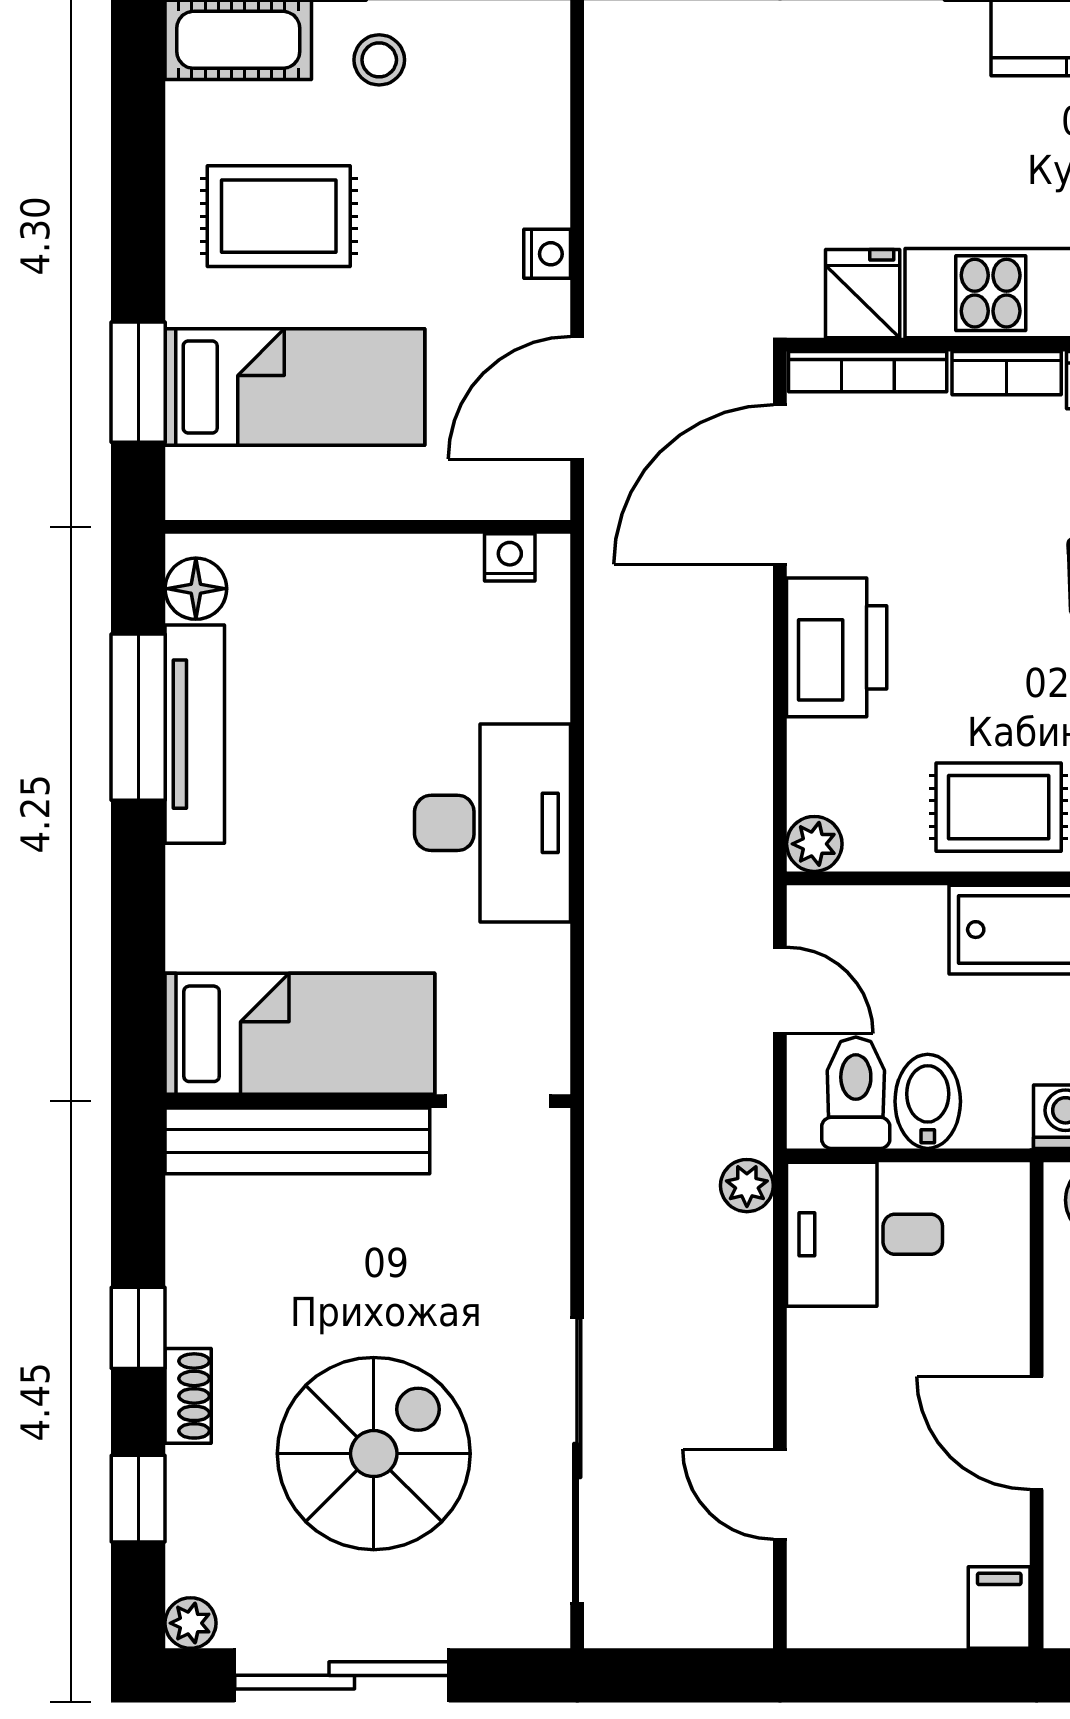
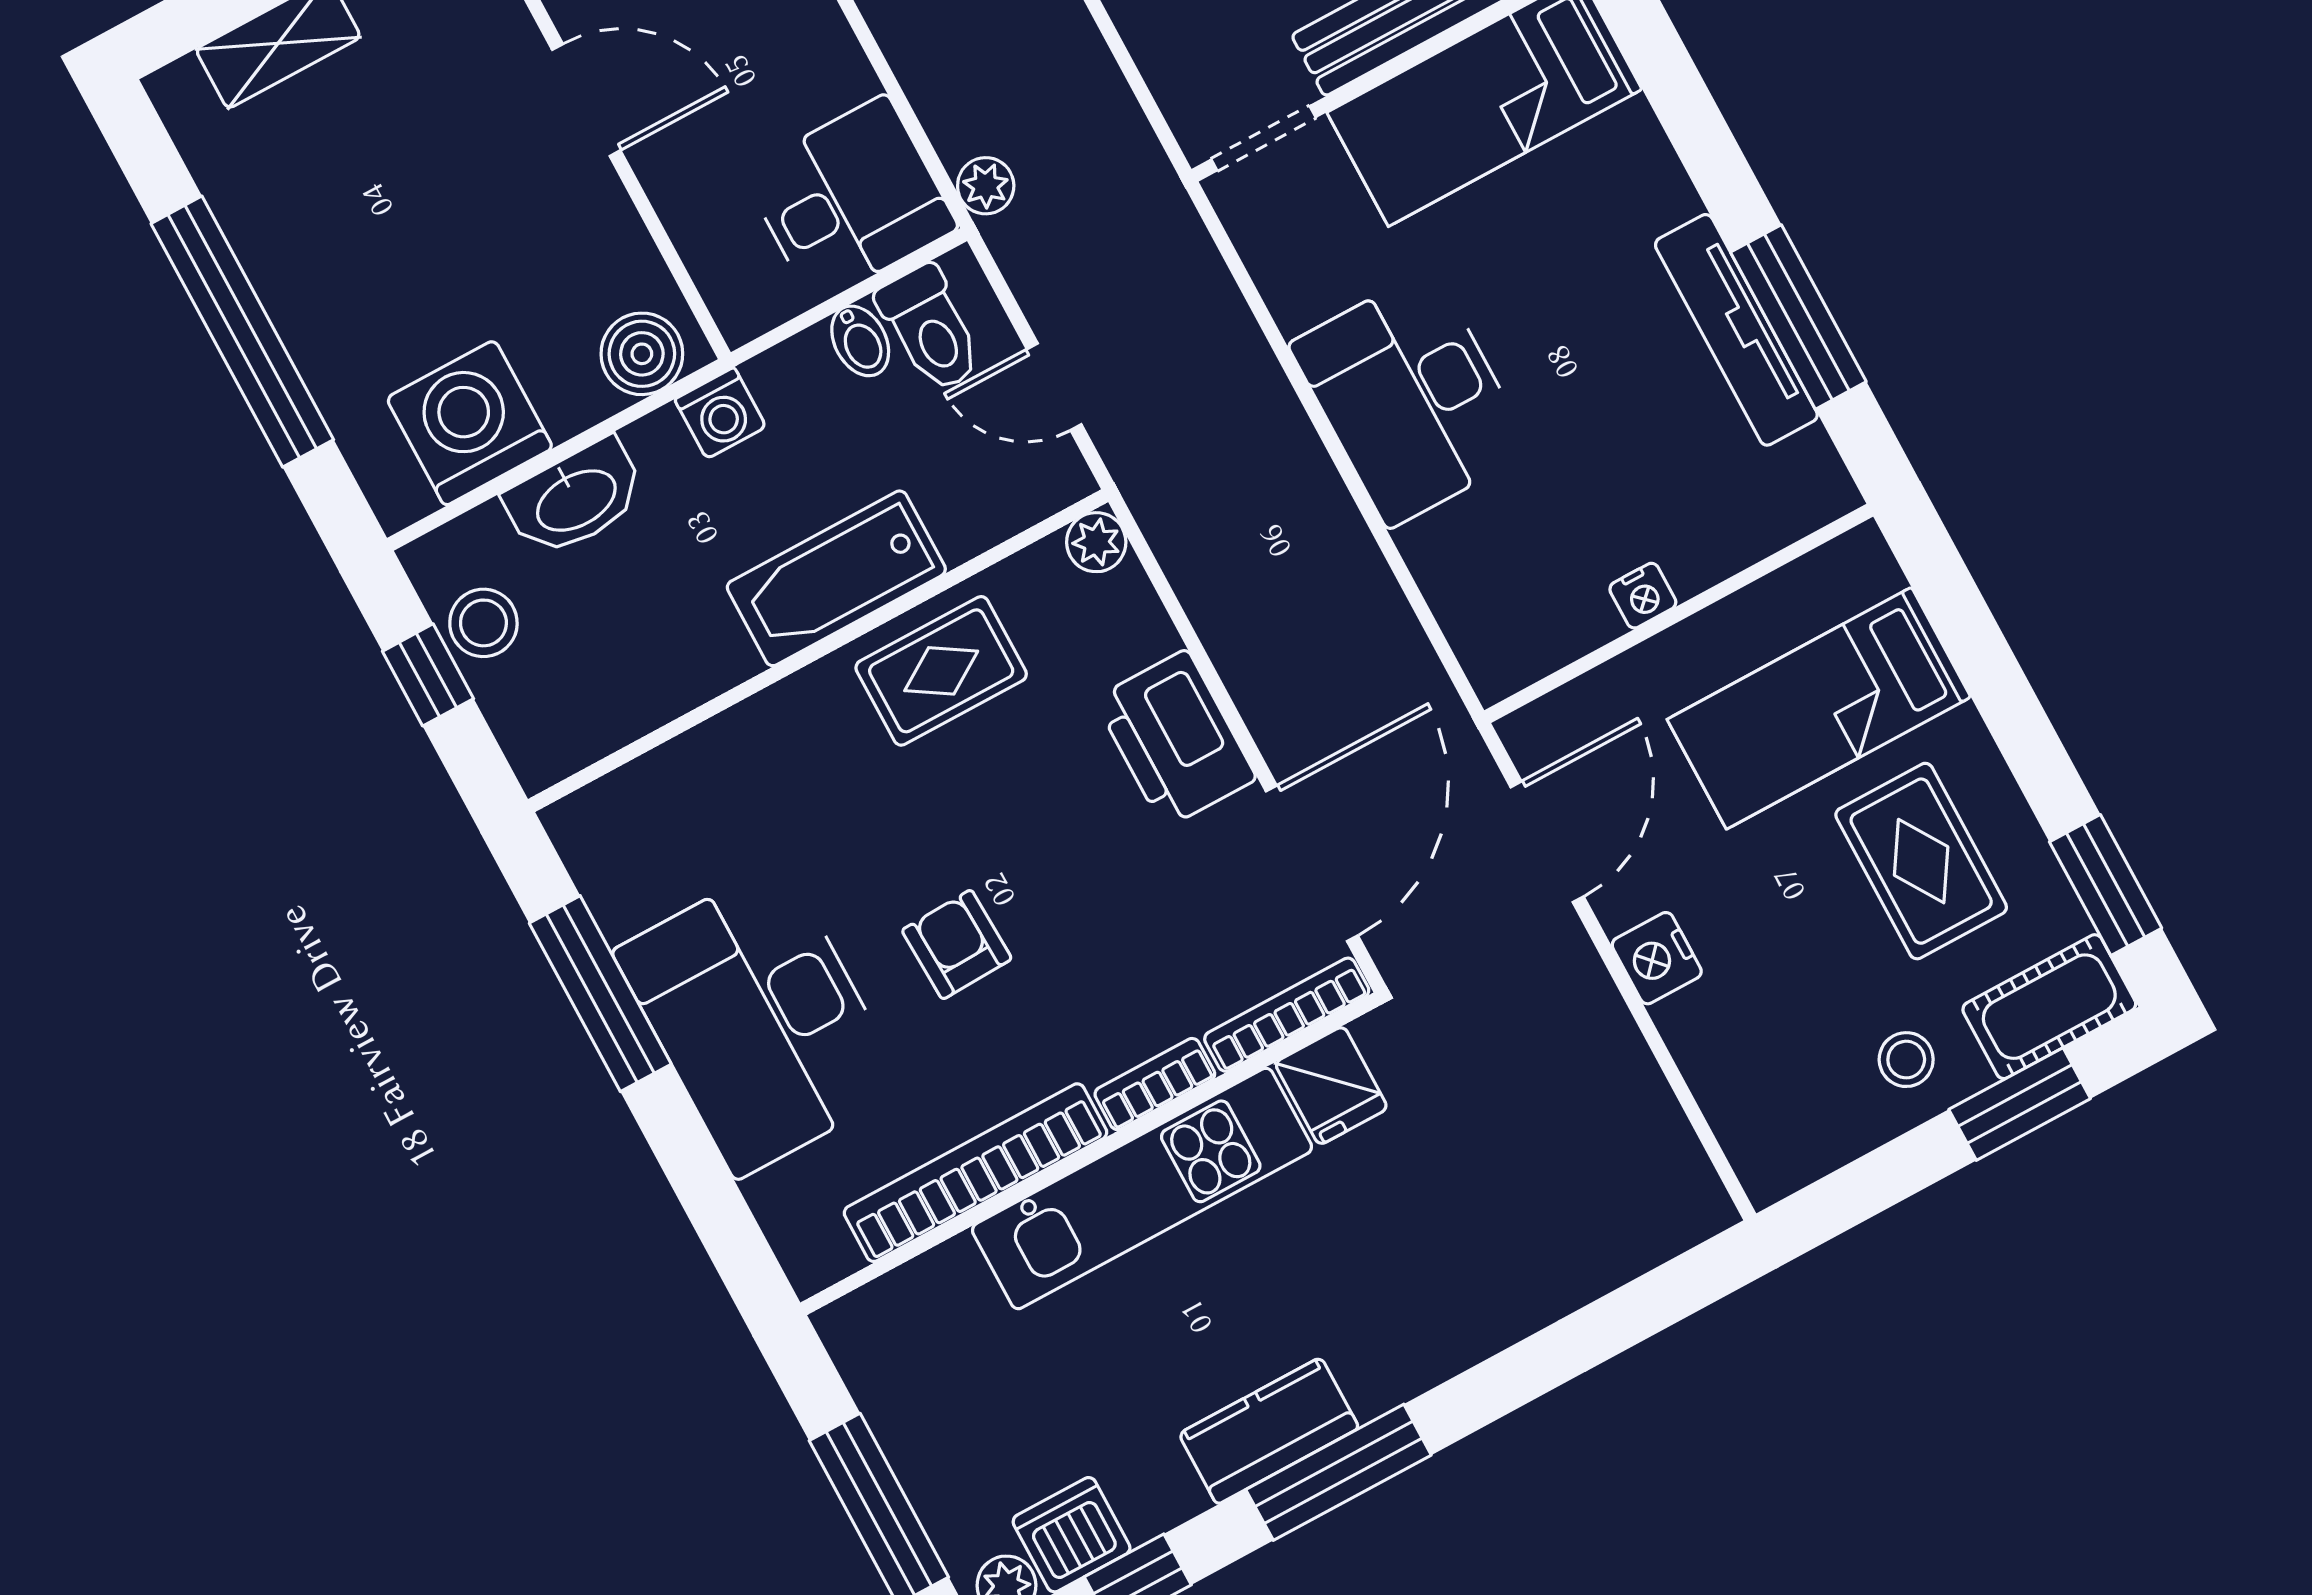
rug: (279, 216) -> (1921, 861), turned 90
nightstand: (547, 254) -> (1657, 958), width x1.39, depth x1.35
window: (138, 382) -> (2106, 885), moved
nightstand: (510, 557) -> (1643, 596), moved
floor lamp: (196, 589) -> (1809, 467), removed
bidet: (928, 1101) -> (860, 341), width x0.72, depth x0.74

